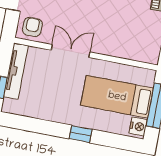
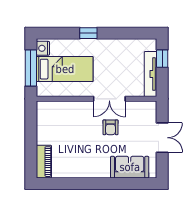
armchair: (32, 27) -> (111, 127), moved

